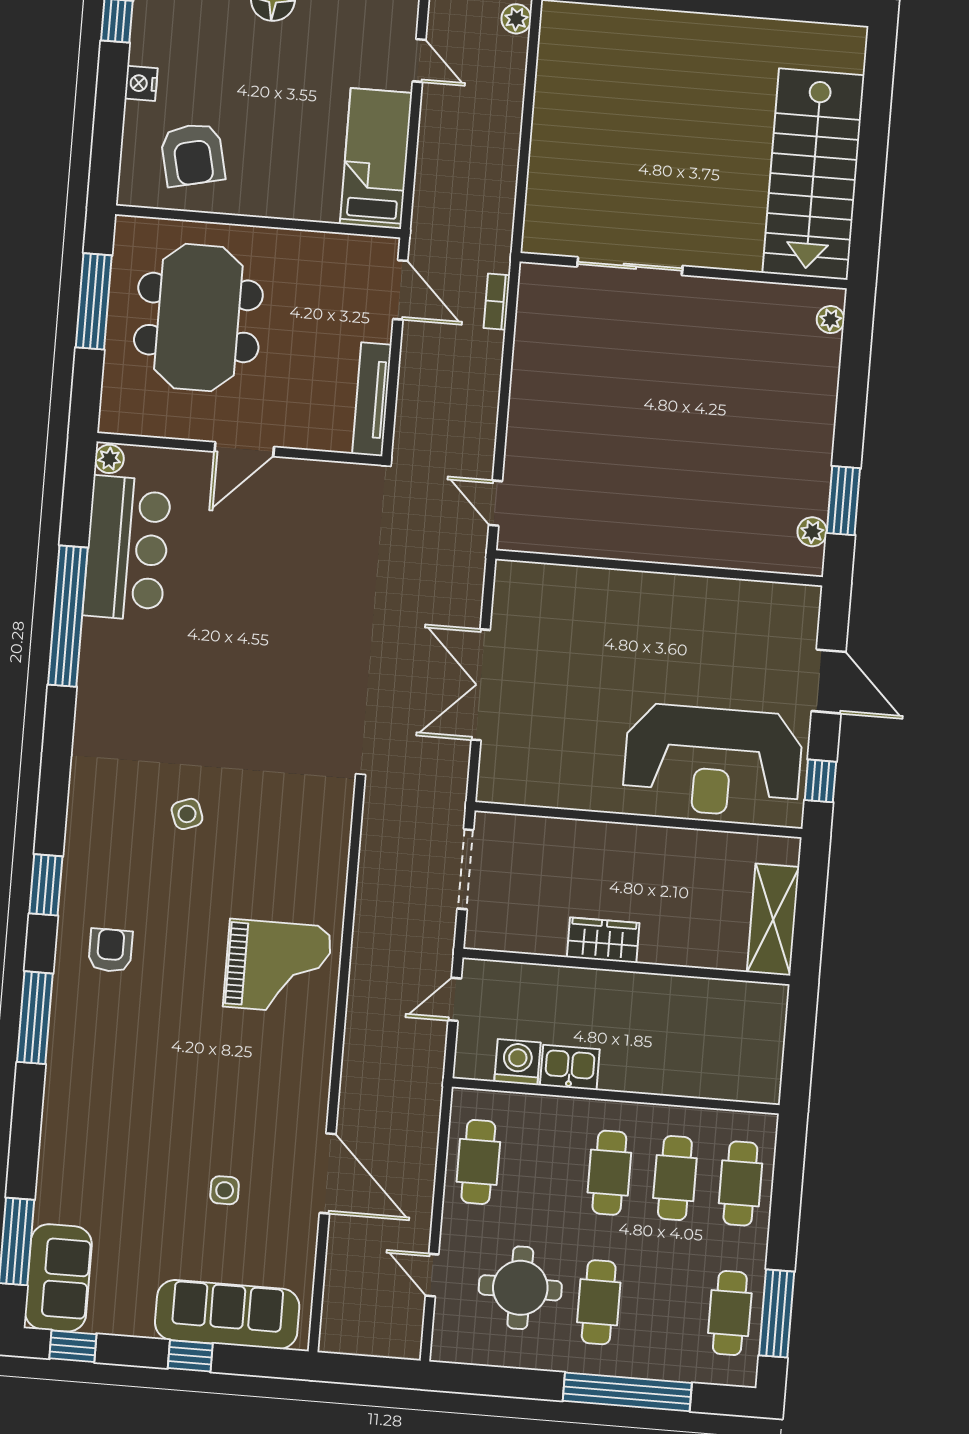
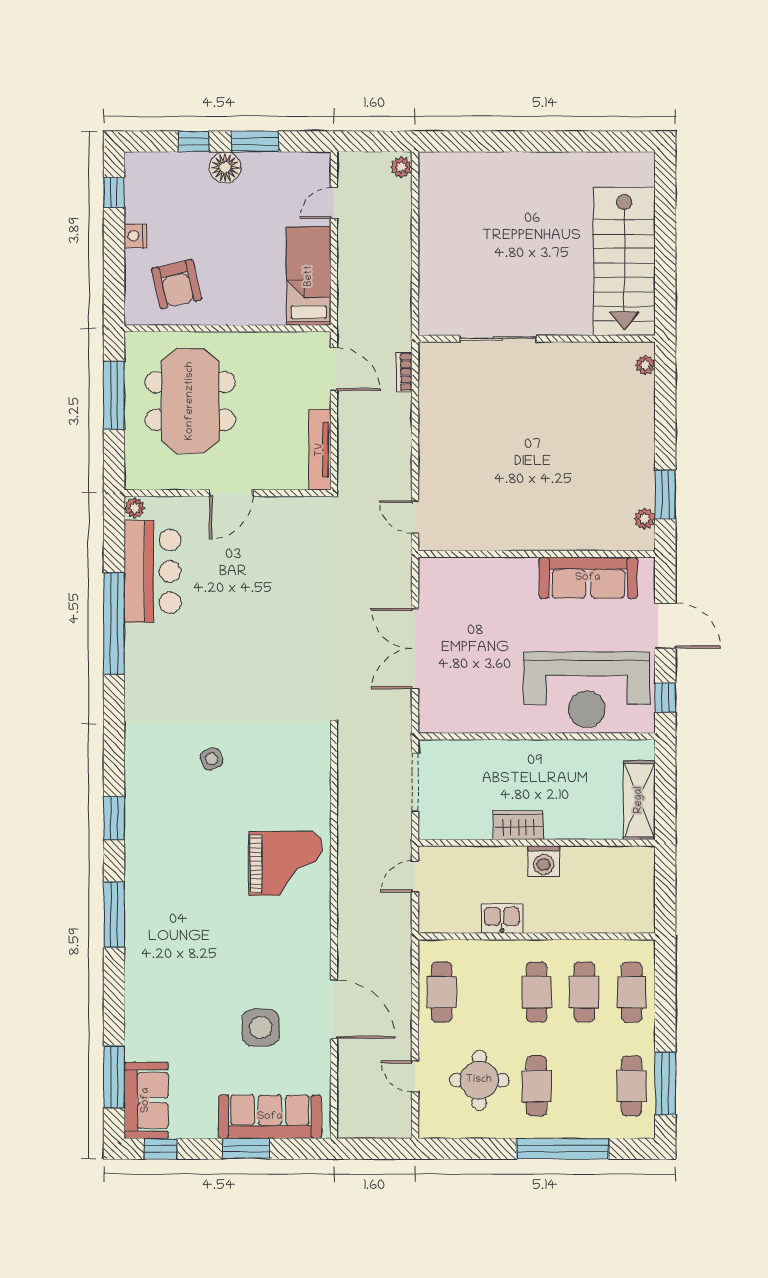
door: (419, 61) -> (334, 203), swing flipped
sofa: (728, 607) -> (588, 578), added
armchair: (110, 950) -> (164, 862), removed
washing machine: (517, 1062) -> (544, 861), moved, turned 180
side table: (225, 1190) -> (261, 1027), width x1.87, depth x1.87
window: (190, 1356) -> (246, 1149), width x1.50

